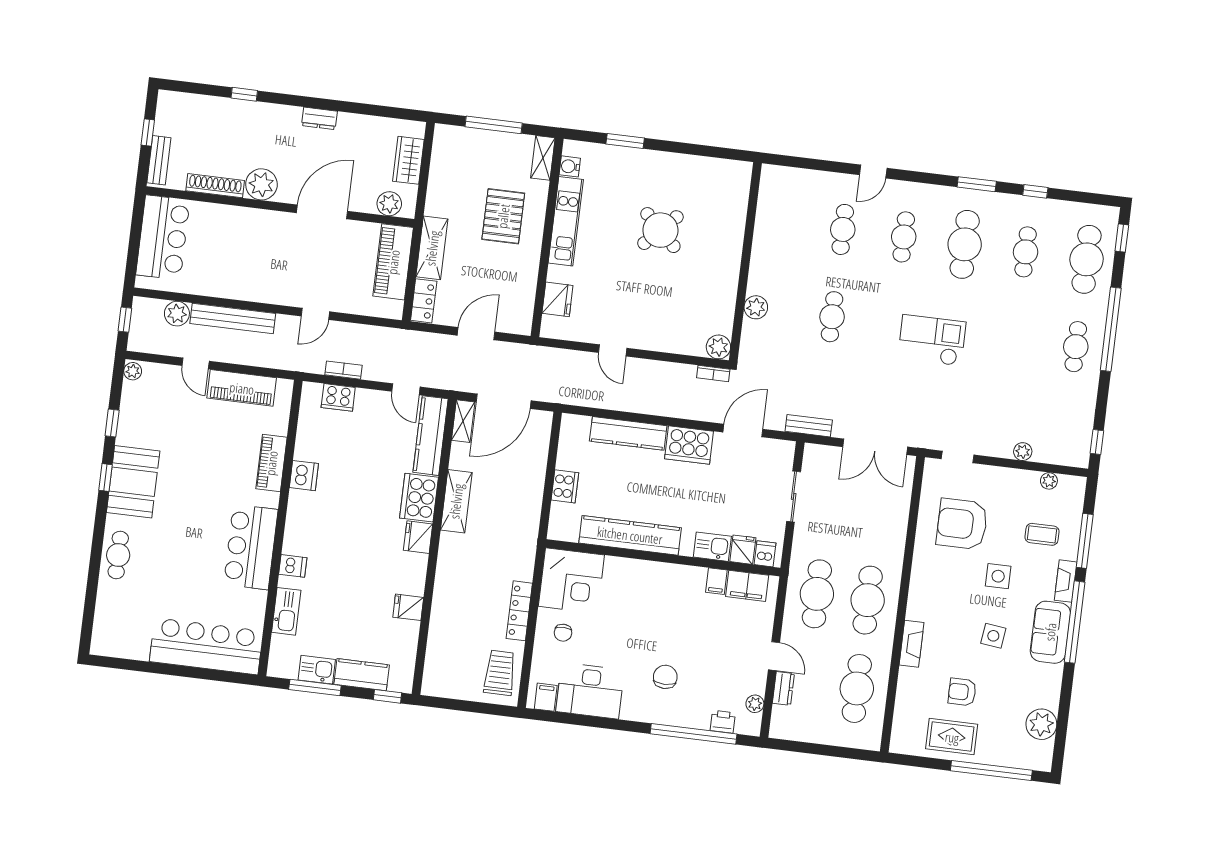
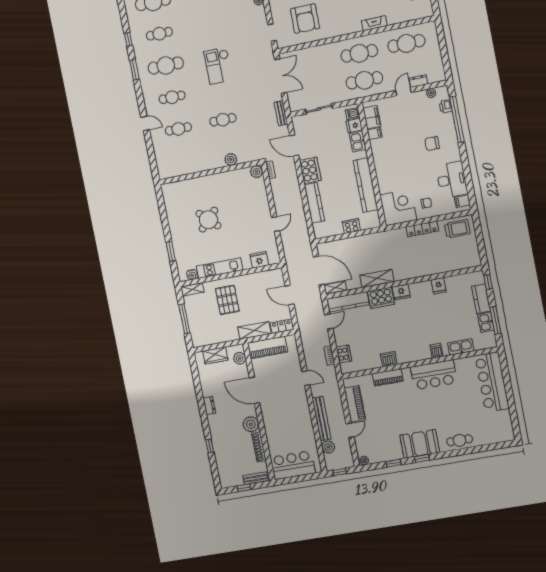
pallet: (503, 216) -> (227, 300), turned 90
trolley: (500, 673) -> (457, 229), turned 180

